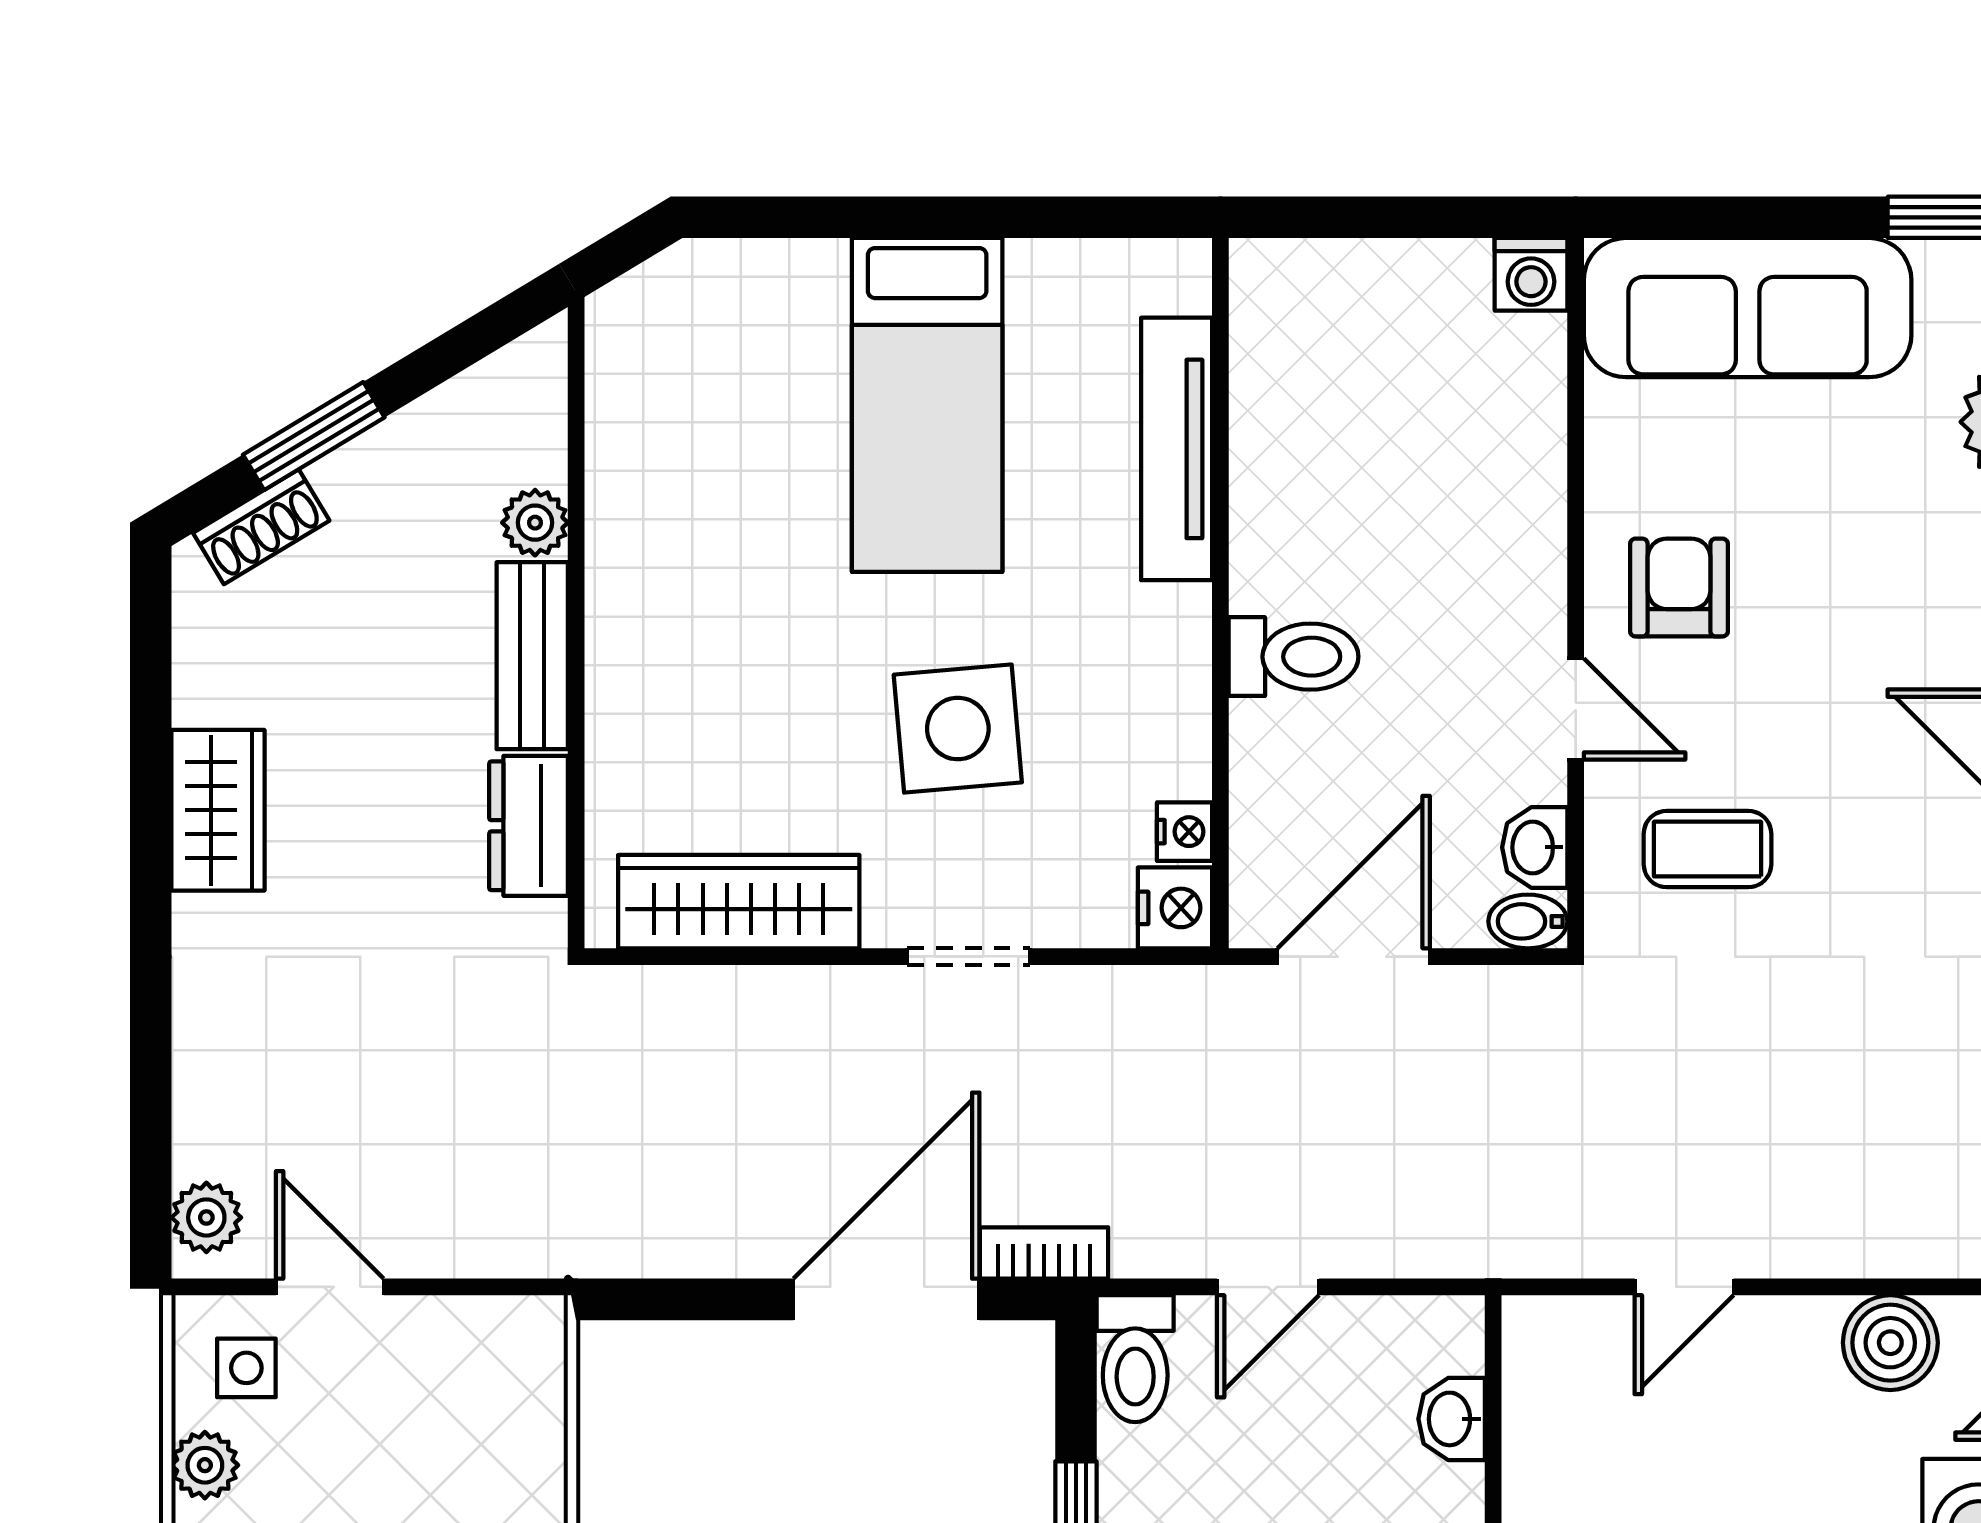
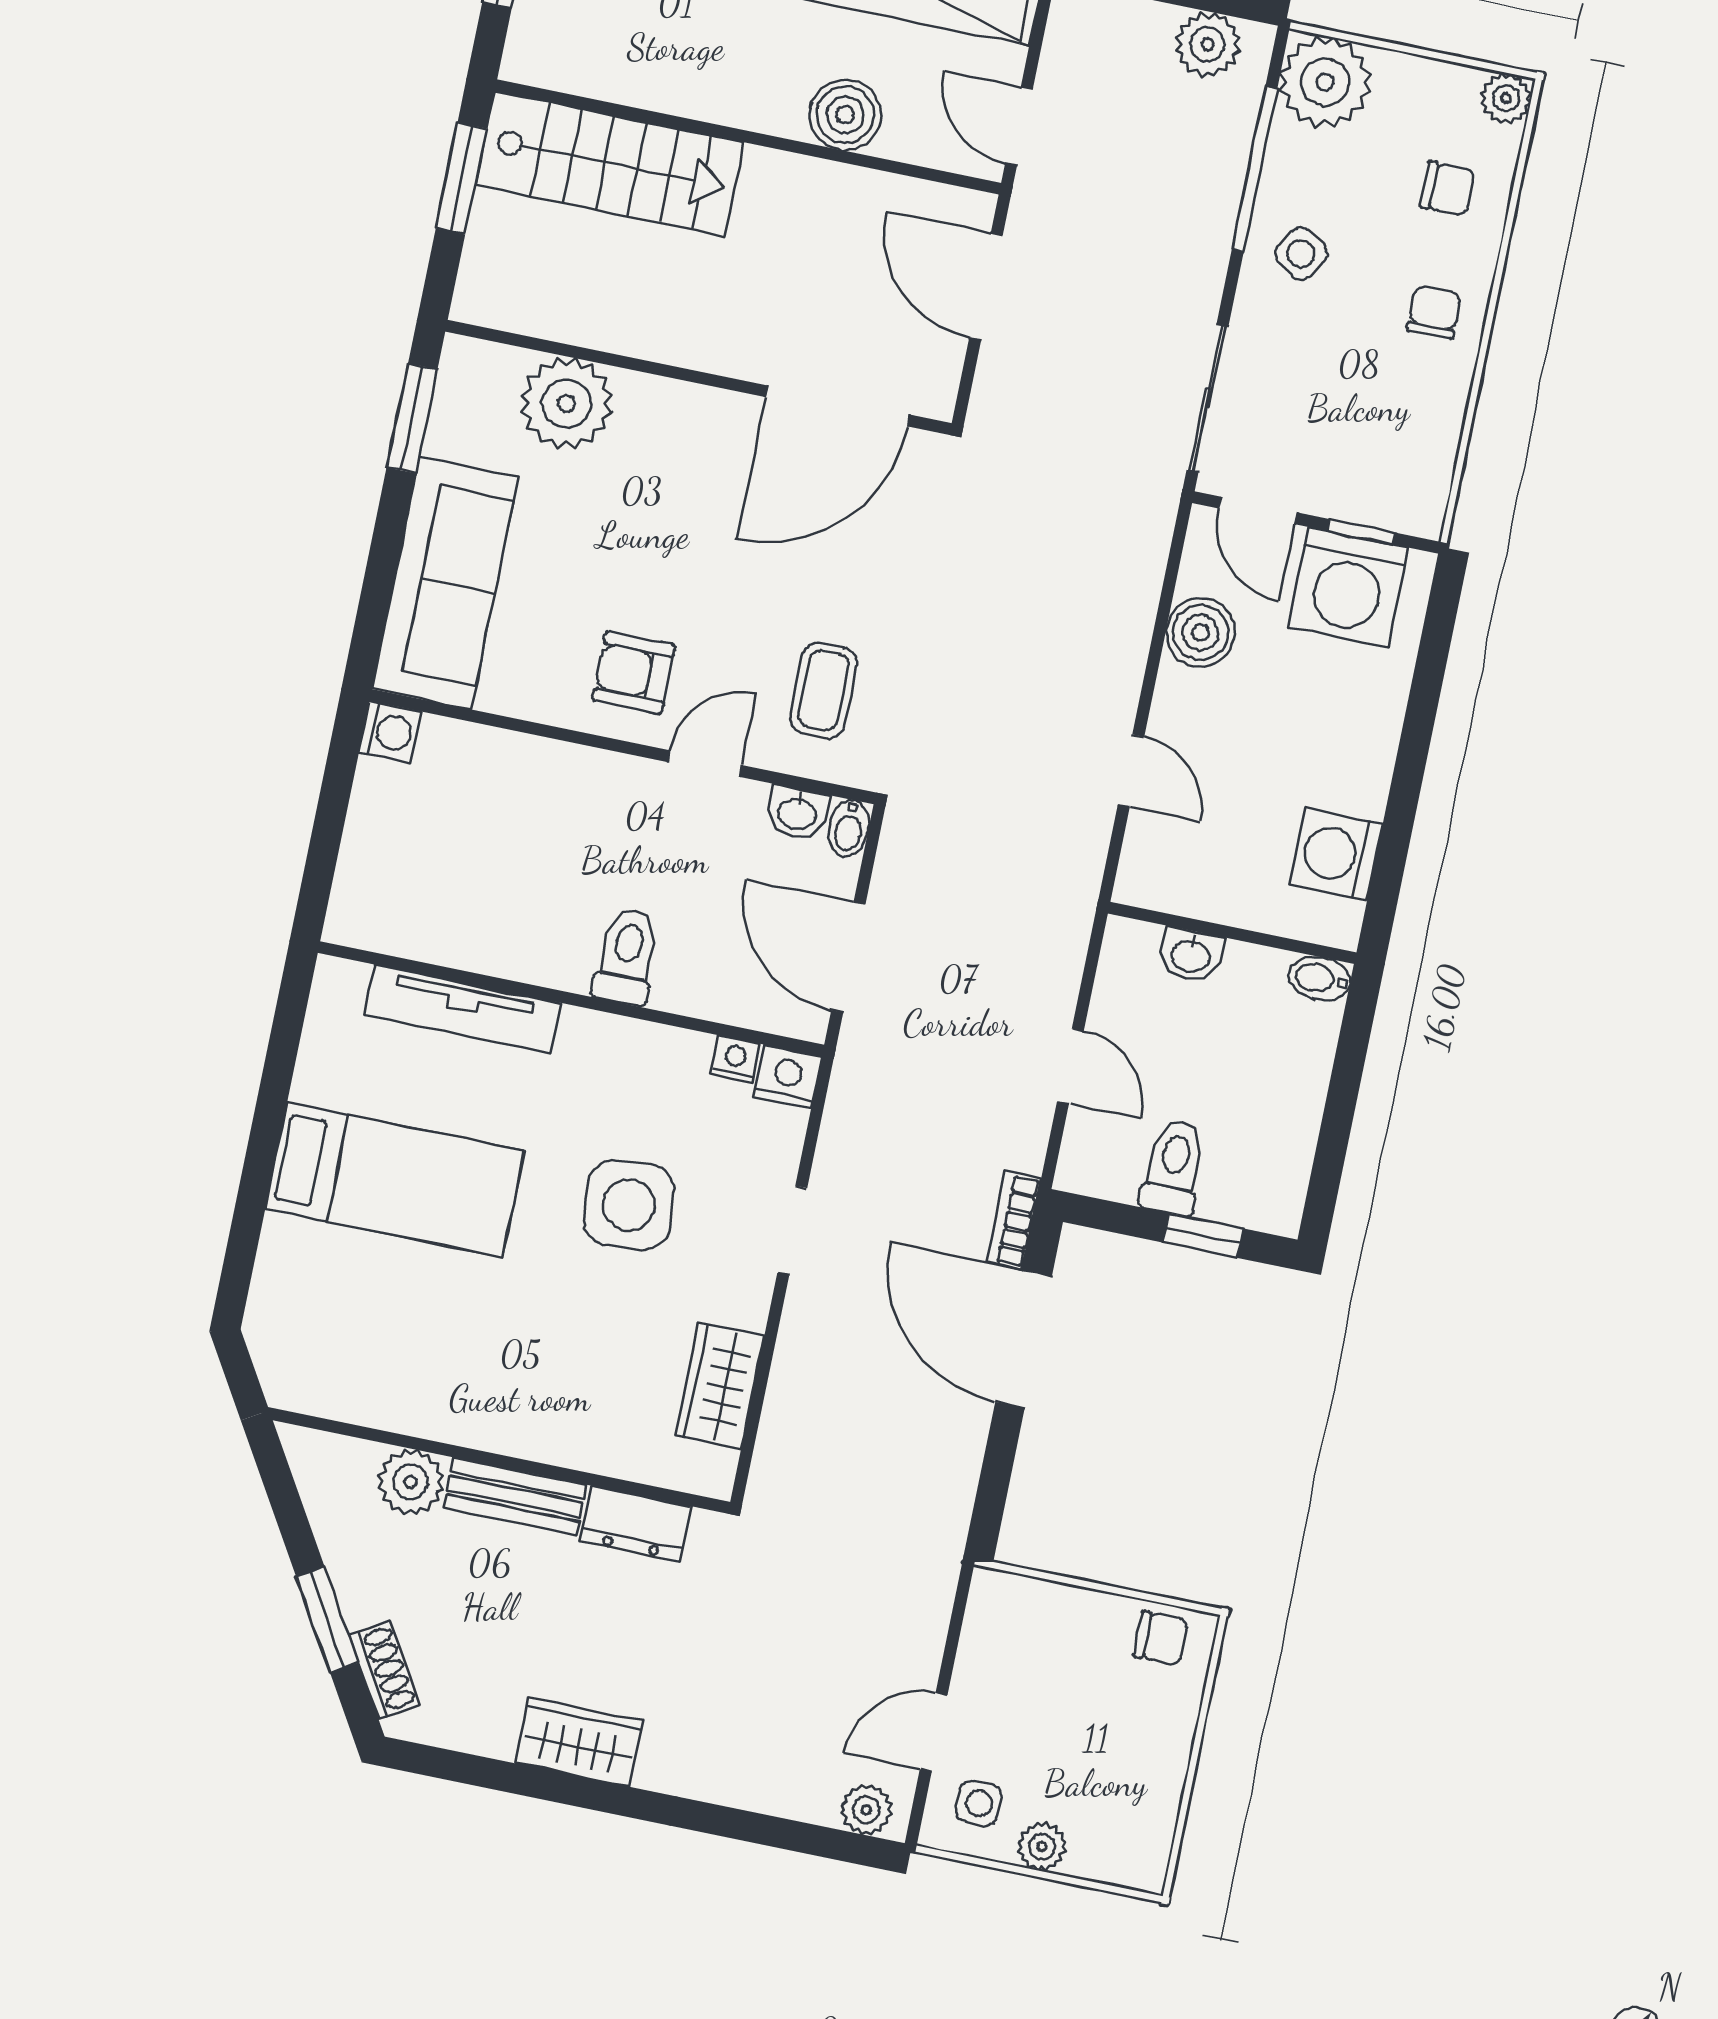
plant: (535, 523) -> (410, 1482), width x1.38, depth x1.38
wardrobe: (739, 902) -> (720, 1386), width x0.67
toilet: (1135, 1359) -> (1174, 1167), moved, turned -90

